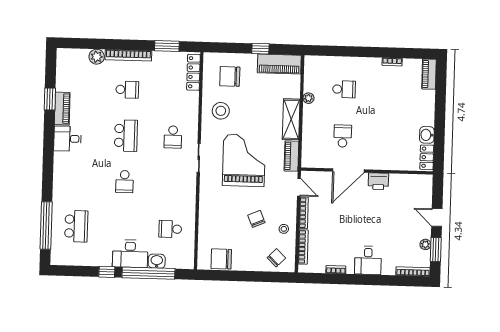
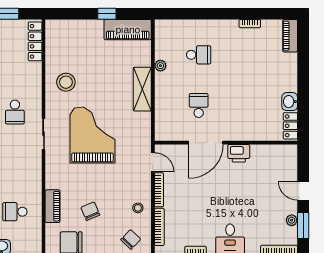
chair: (230, 76) -> (75, 45), removed
piano: (291, 156) -> (53, 206), moved, turned 180
chair: (256, 219) -> (90, 211), moved

